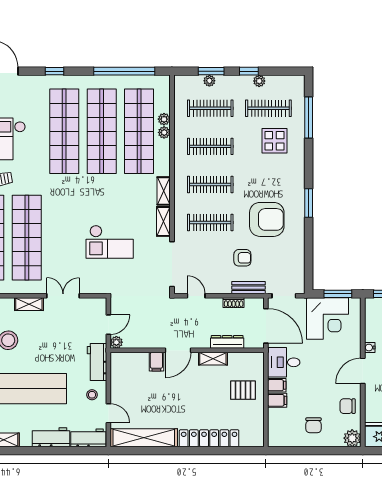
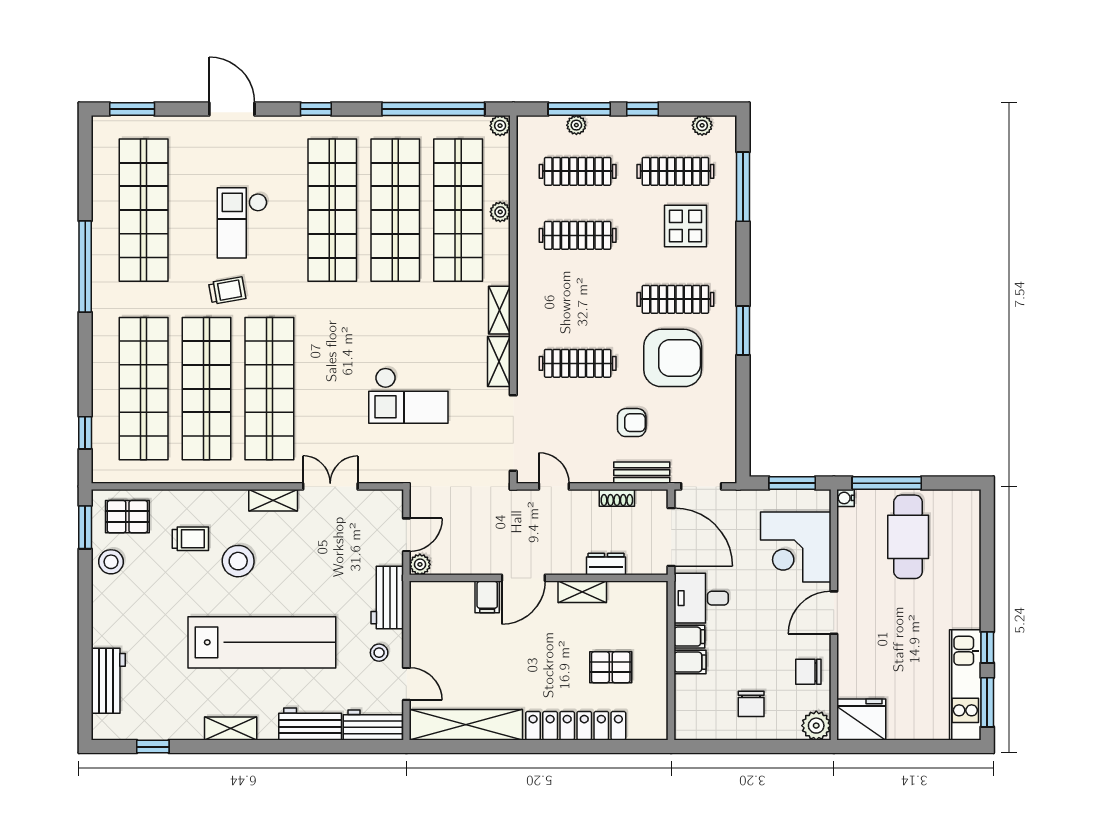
window: (211, 71) -> (579, 109), width x1.44
plant: (259, 81) -> (702, 125), moved
plant: (164, 119) -> (500, 126), moved
clothes rail: (210, 184) -> (675, 299), moved
corner desk: (327, 318) -> (796, 547), moved, turned 90
dresser: (227, 342) -> (606, 564), width x0.70
water cooler: (370, 348) -> (845, 498), moved
pallet: (243, 390) -> (611, 667), moved

